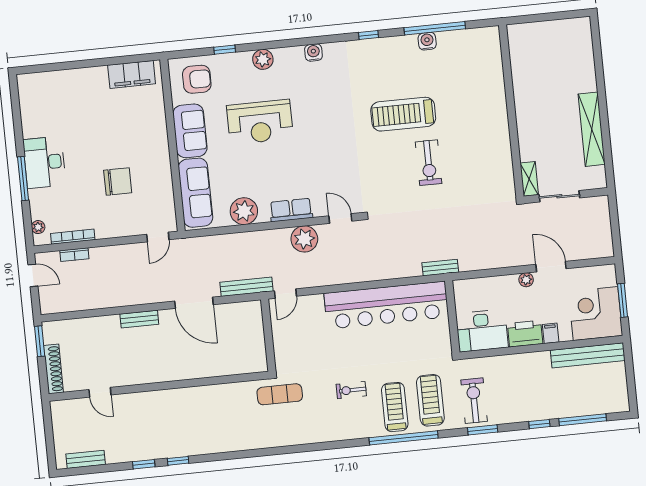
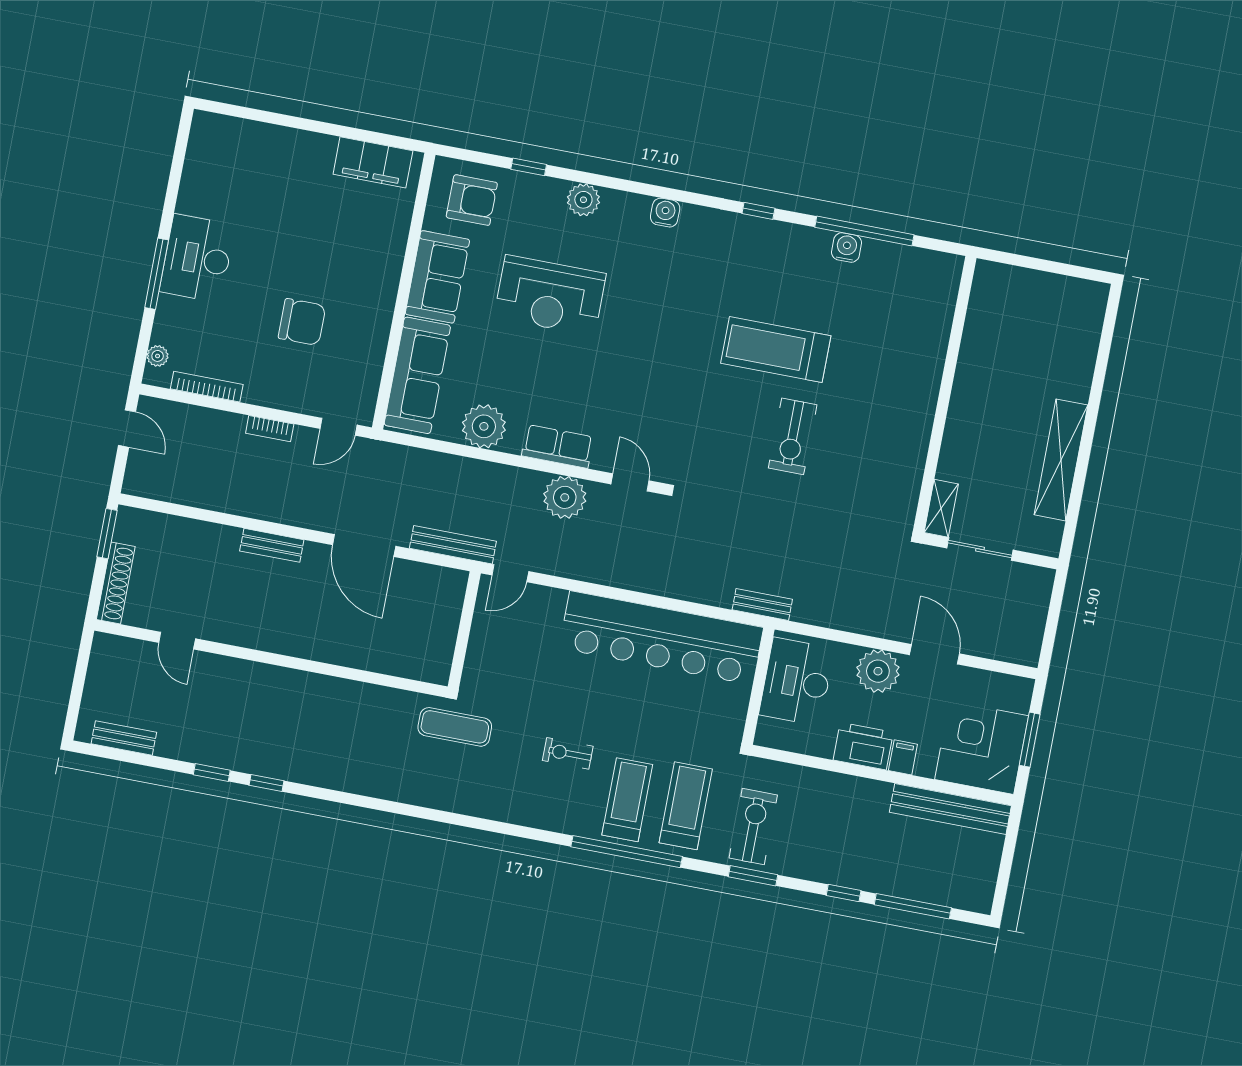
bookcase: (74, 255) -> (270, 429), moved
plant: (526, 280) -> (878, 671), width x1.88, depth x1.88
desk: (482, 331) -> (797, 682), moved, turned 90

